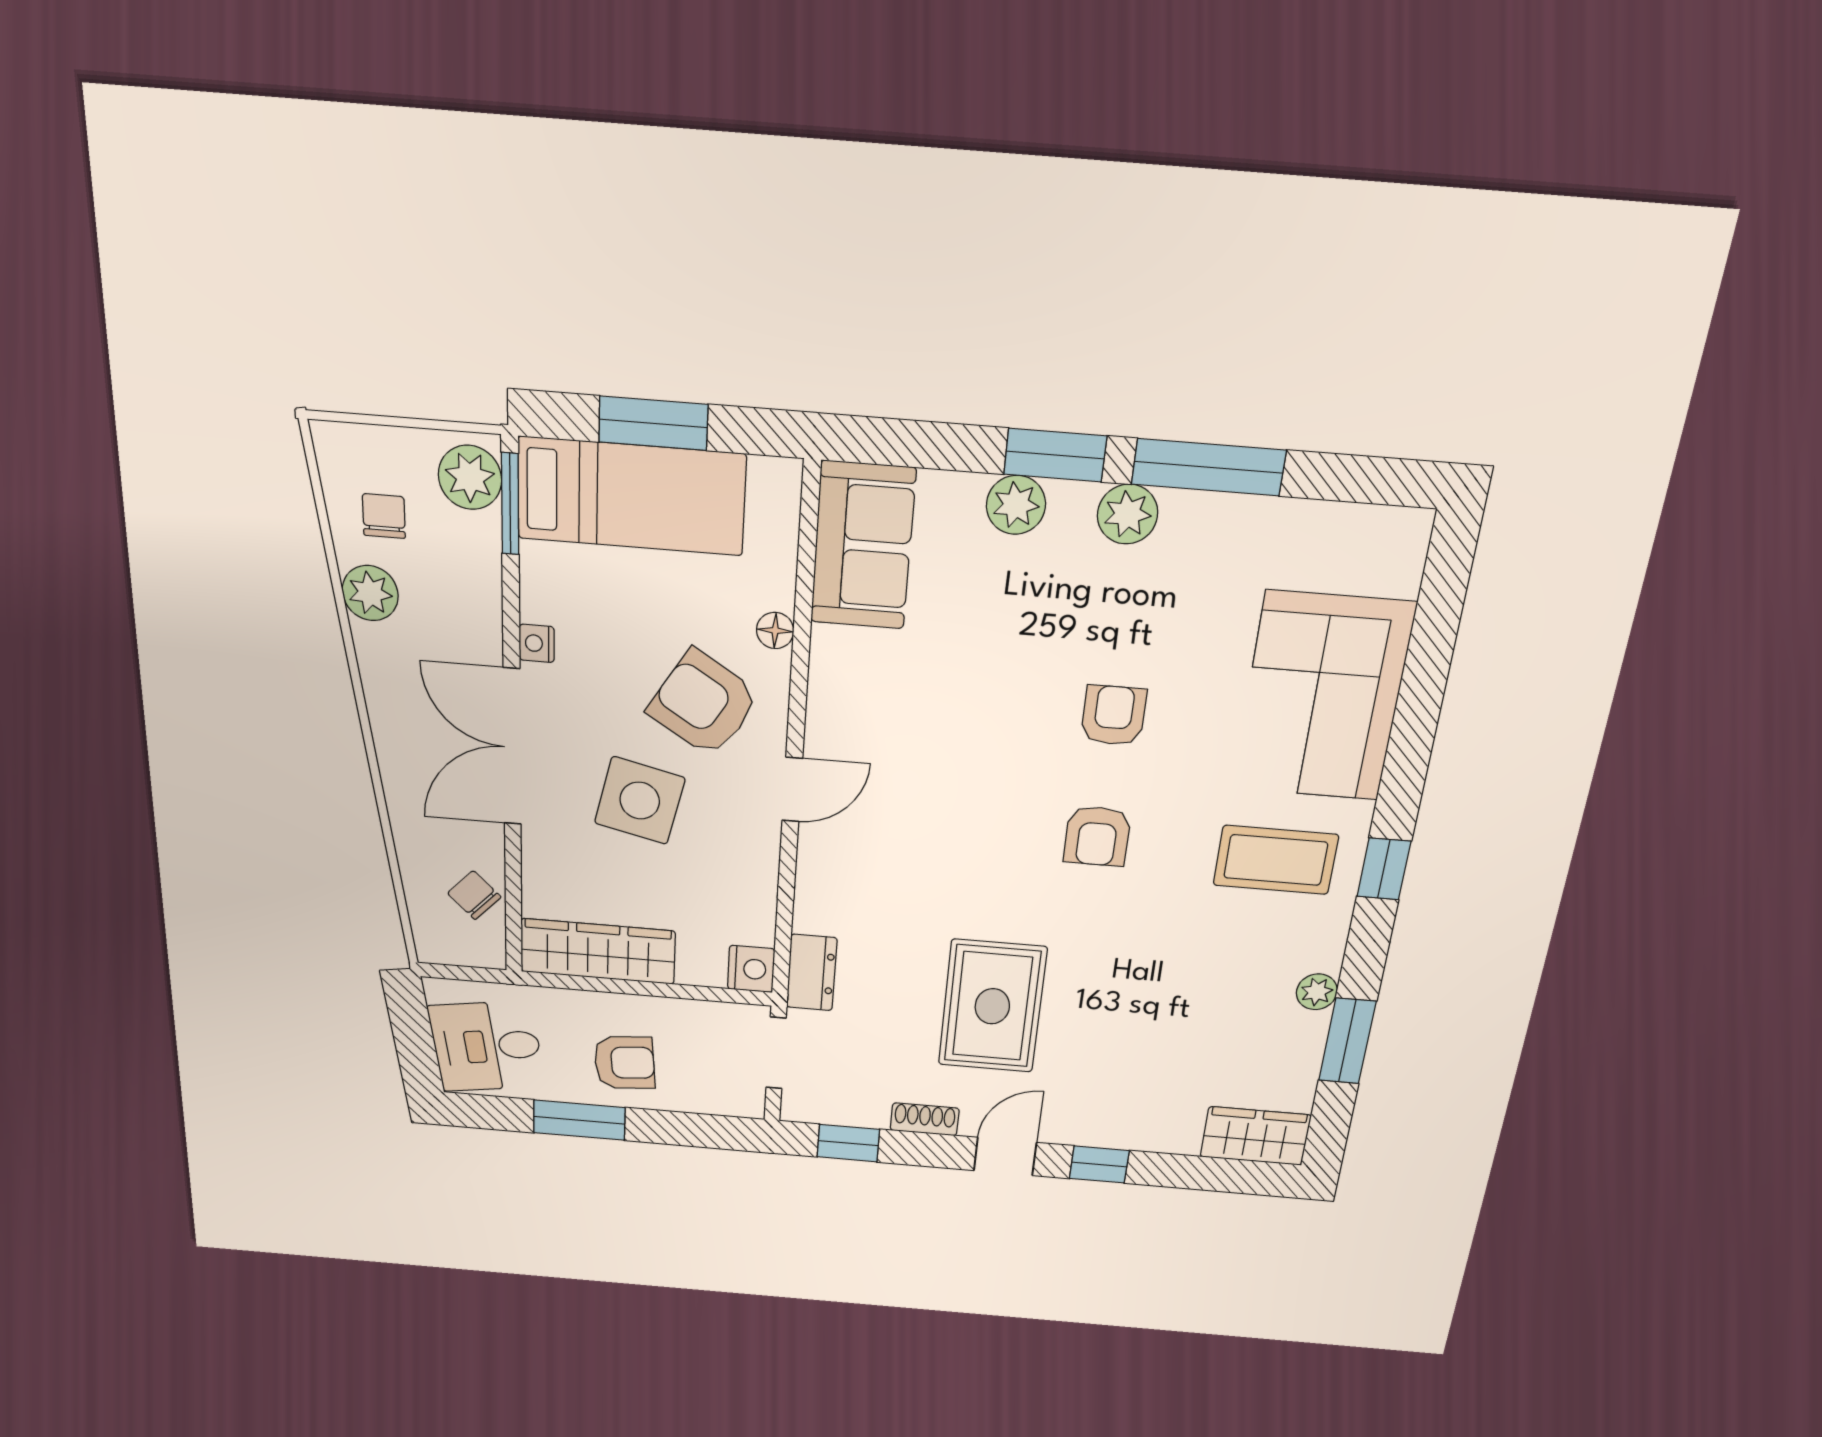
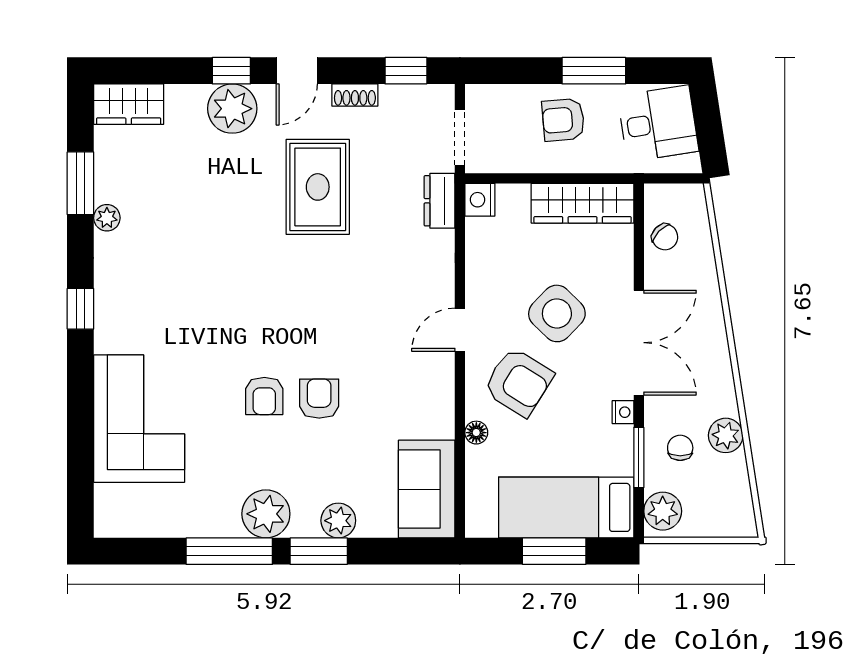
window: (510, 504) -> (639, 457), moved
plant: (1128, 514) -> (266, 514), width x1.36, depth x1.36
chair: (384, 516) -> (680, 448), moved, turned 180
side table: (640, 801) -> (557, 313), turned 31
armchair: (1097, 836) -> (319, 399), moved
coffee table: (1276, 860) -> (149, 309), removed
plant: (1105, 1118) -> (232, 109), added

